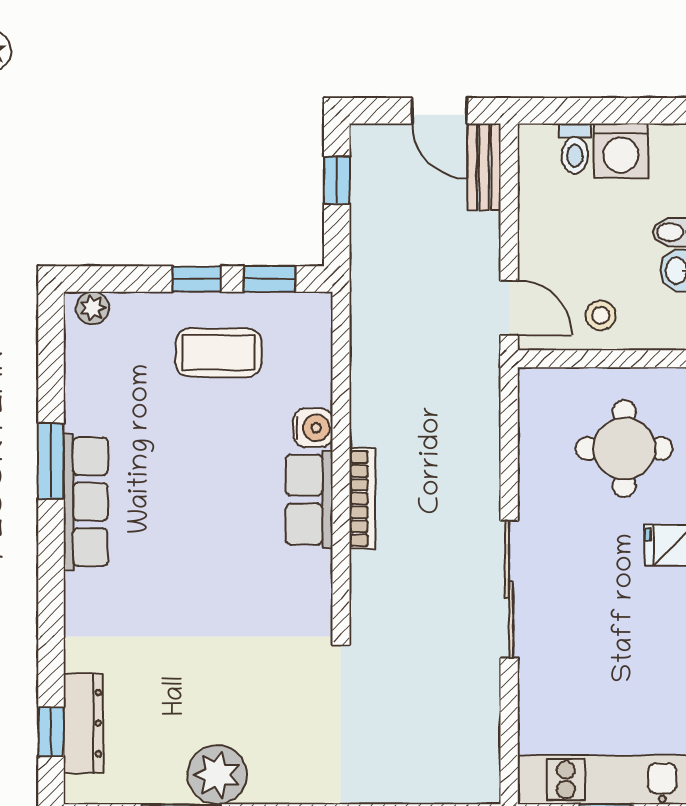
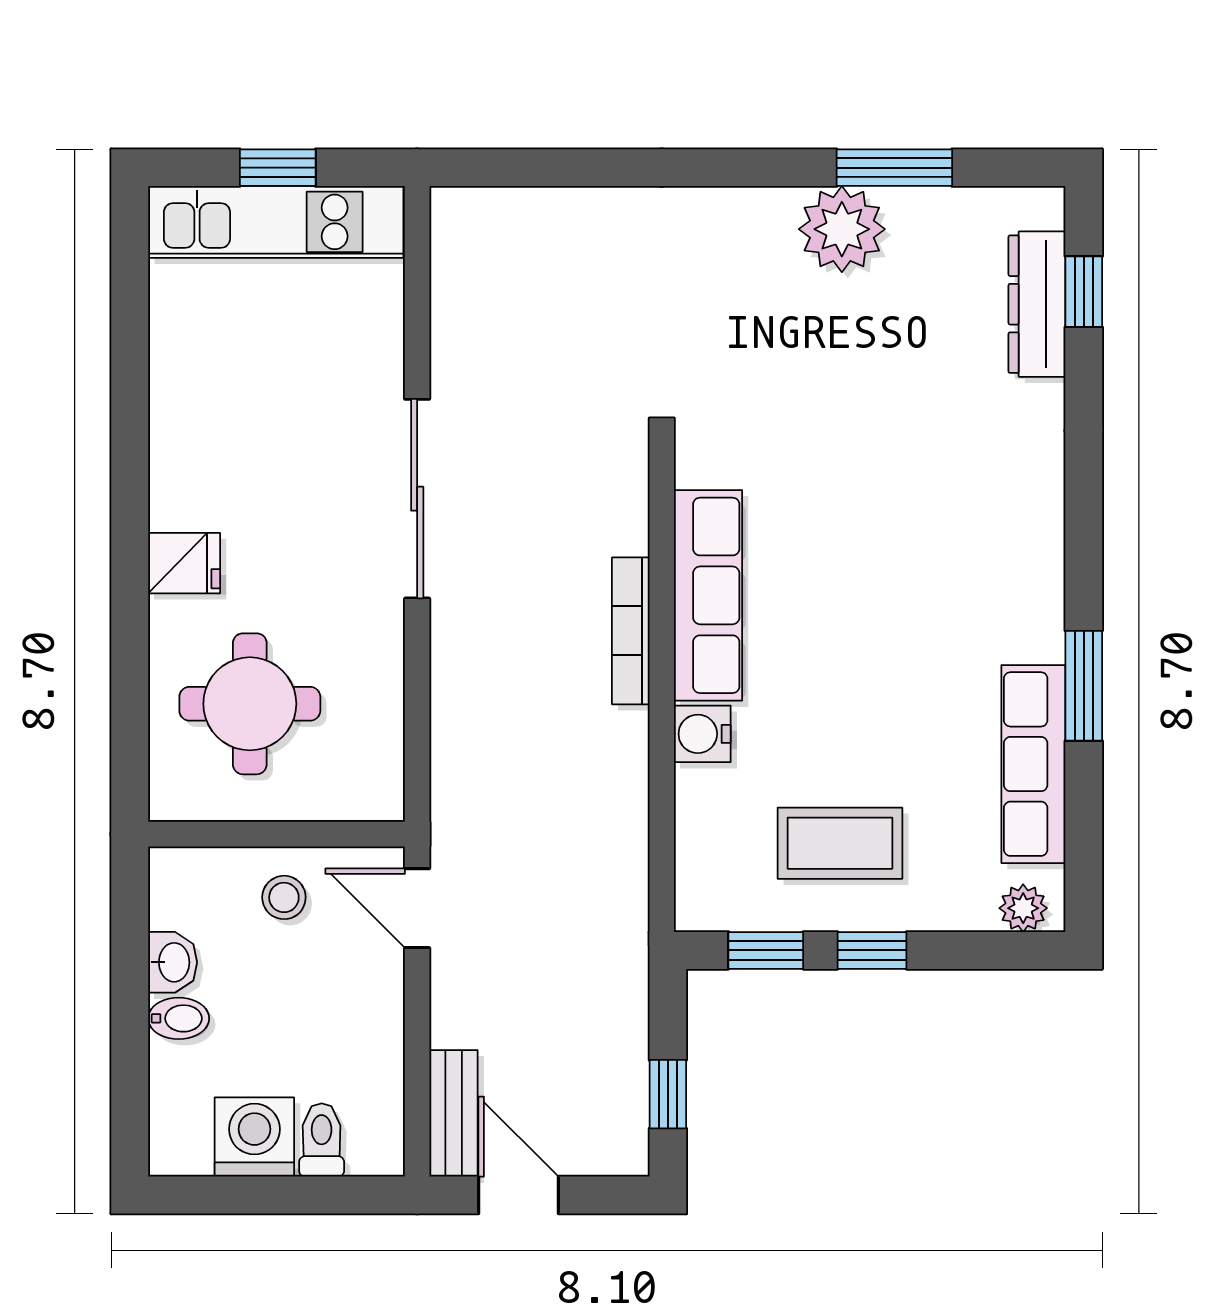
row of seats: (309, 500) -> (708, 595), width x1.48
row of seats: (86, 502) -> (1033, 764), moved

